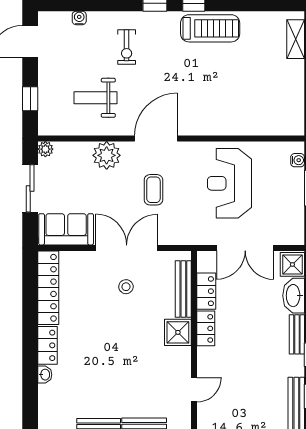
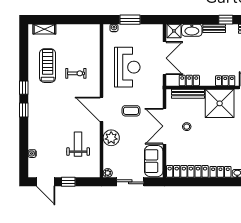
treadmill: (210, 28) -> (48, 66), moved
exercise bike: (127, 47) -> (76, 73), moved
weight bench: (95, 98) -> (78, 144), turned 180
window: (30, 99) -> (68, 182), moved
reception desk: (229, 183) -> (127, 67), turned -90
locker: (206, 328) -> (225, 81), moved
shower: (178, 332) -> (220, 103), width x1.86, depth x1.86

